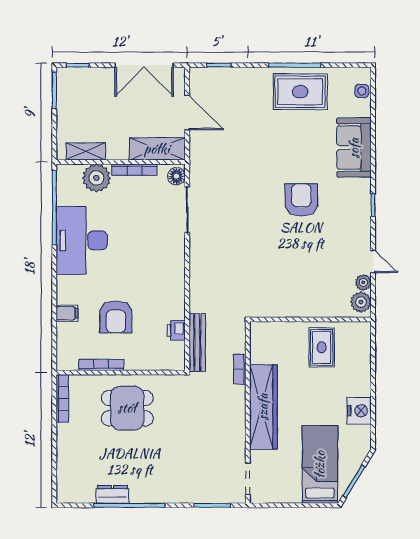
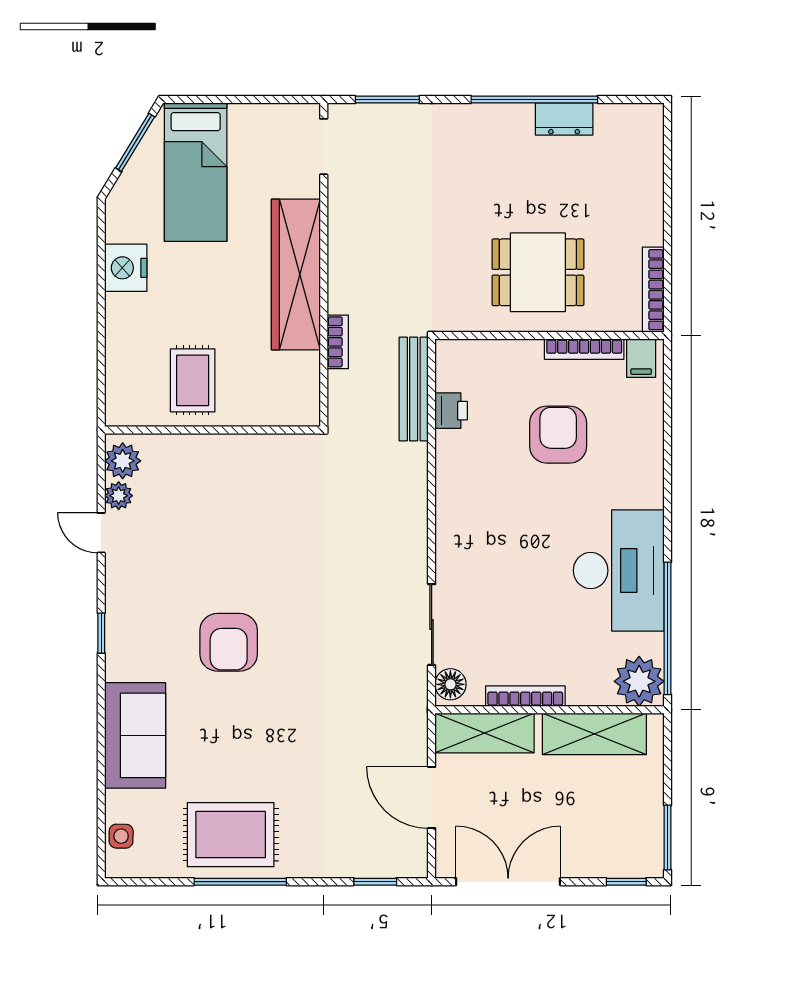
shelving: (86, 151) -> (594, 734), width x1.50, depth x1.33
plant: (96, 178) -> (639, 681), moved
filing cabinet: (67, 313) -> (641, 358), moved, turned -90

